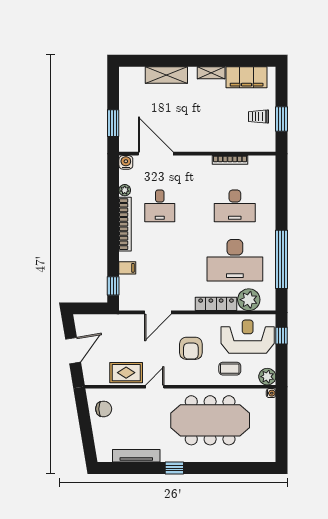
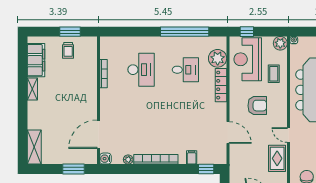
shelving: (166, 75) -> (34, 147), moved
desk: (160, 206) -> (141, 131), removed
desk: (235, 260) -> (185, 70), width x0.53, depth x0.77

